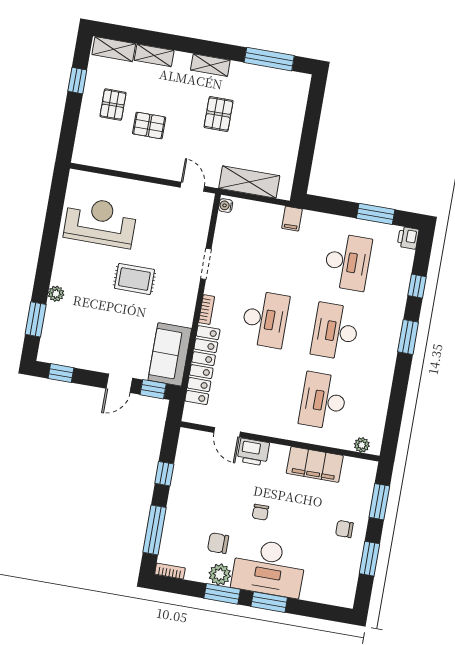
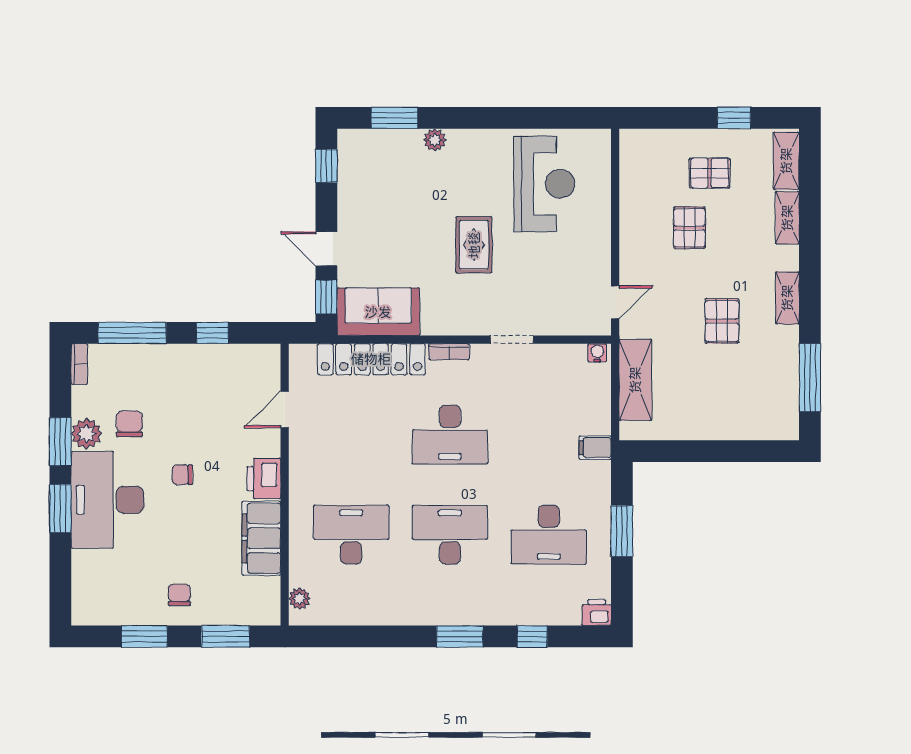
pallet: (219, 114) -> (722, 321), turned 90
window: (376, 214) -> (622, 531), moved
printer: (253, 452) -> (264, 479), moved

